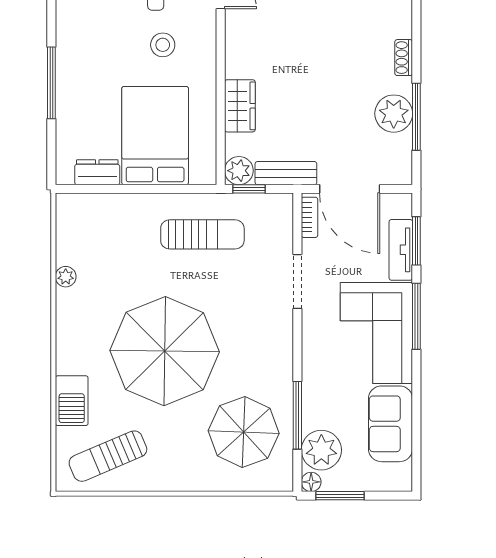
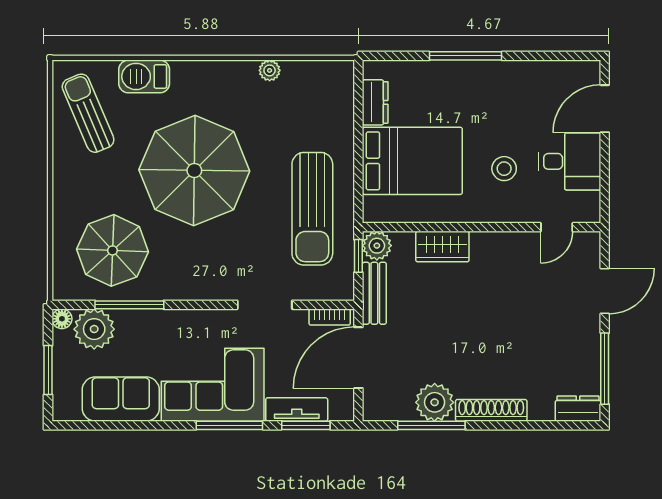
shoe rack: (404, 58) -> (491, 410), width x1.94, depth x1.24
sun lounger: (202, 234) -> (312, 209), width x1.36, depth x1.34
window: (340, 496) -> (48, 370), moved

